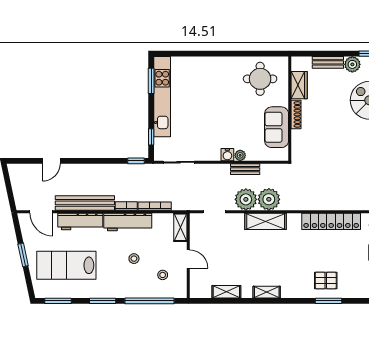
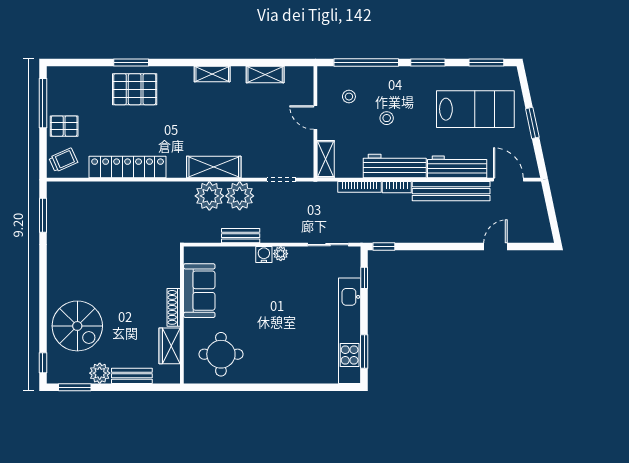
plant: (240, 155) -> (281, 254), moved
pallet: (326, 281) -> (135, 89), width x1.50, depth x1.42

